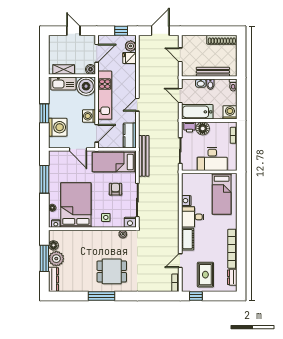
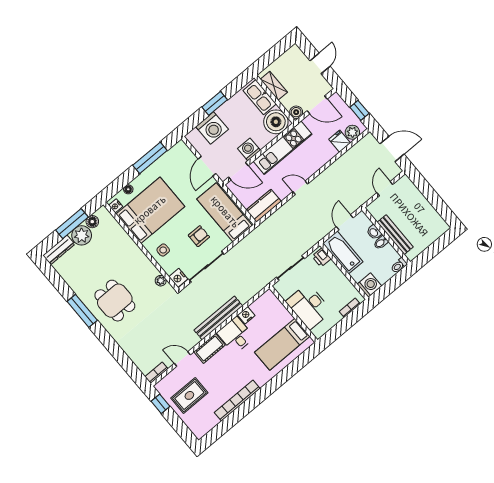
shoe rack: (222, 40) -> (434, 217), removed
floor lamp: (203, 128) -> (331, 272), removed
bench: (144, 156) -> (218, 318), moved
dresser: (232, 277) -> (209, 424), removed

